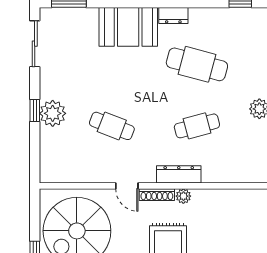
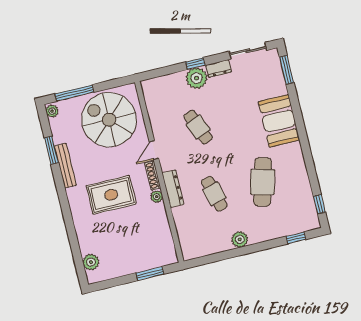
dresser: (173, 15) -> (218, 69), moved, turned -90
cafe table: (112, 126) -> (198, 127), turned -42

